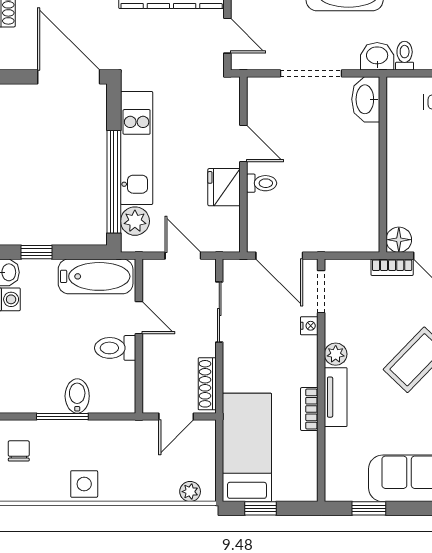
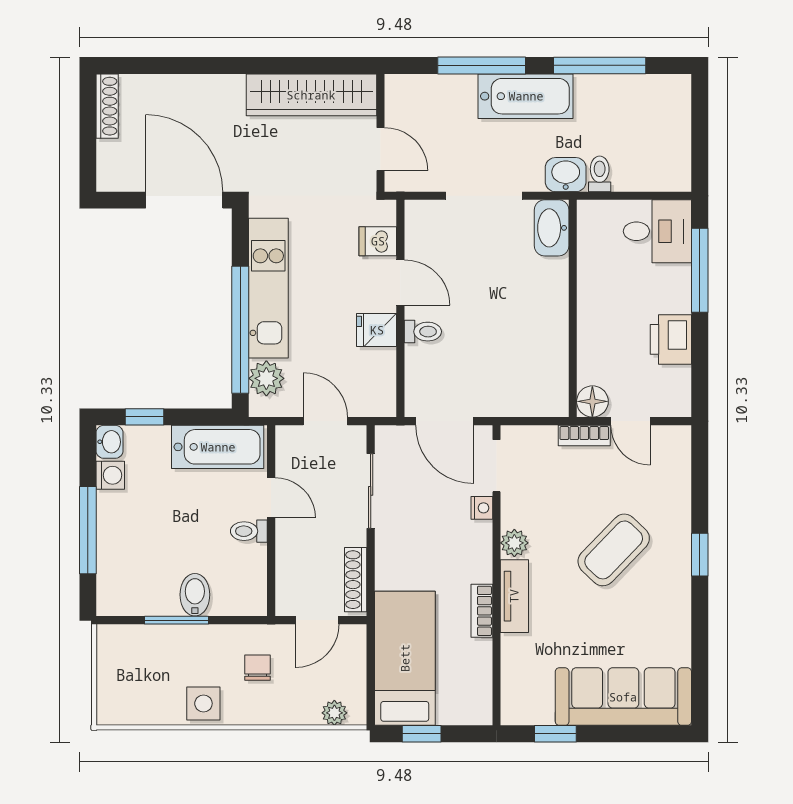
dishwasher: (225, 110) -> (378, 241), added
fridge: (224, 187) -> (377, 330), width x0.72
toilet: (115, 348) -> (249, 531), width x0.73, depth x0.72
chair: (19, 451) -> (258, 668), moved

